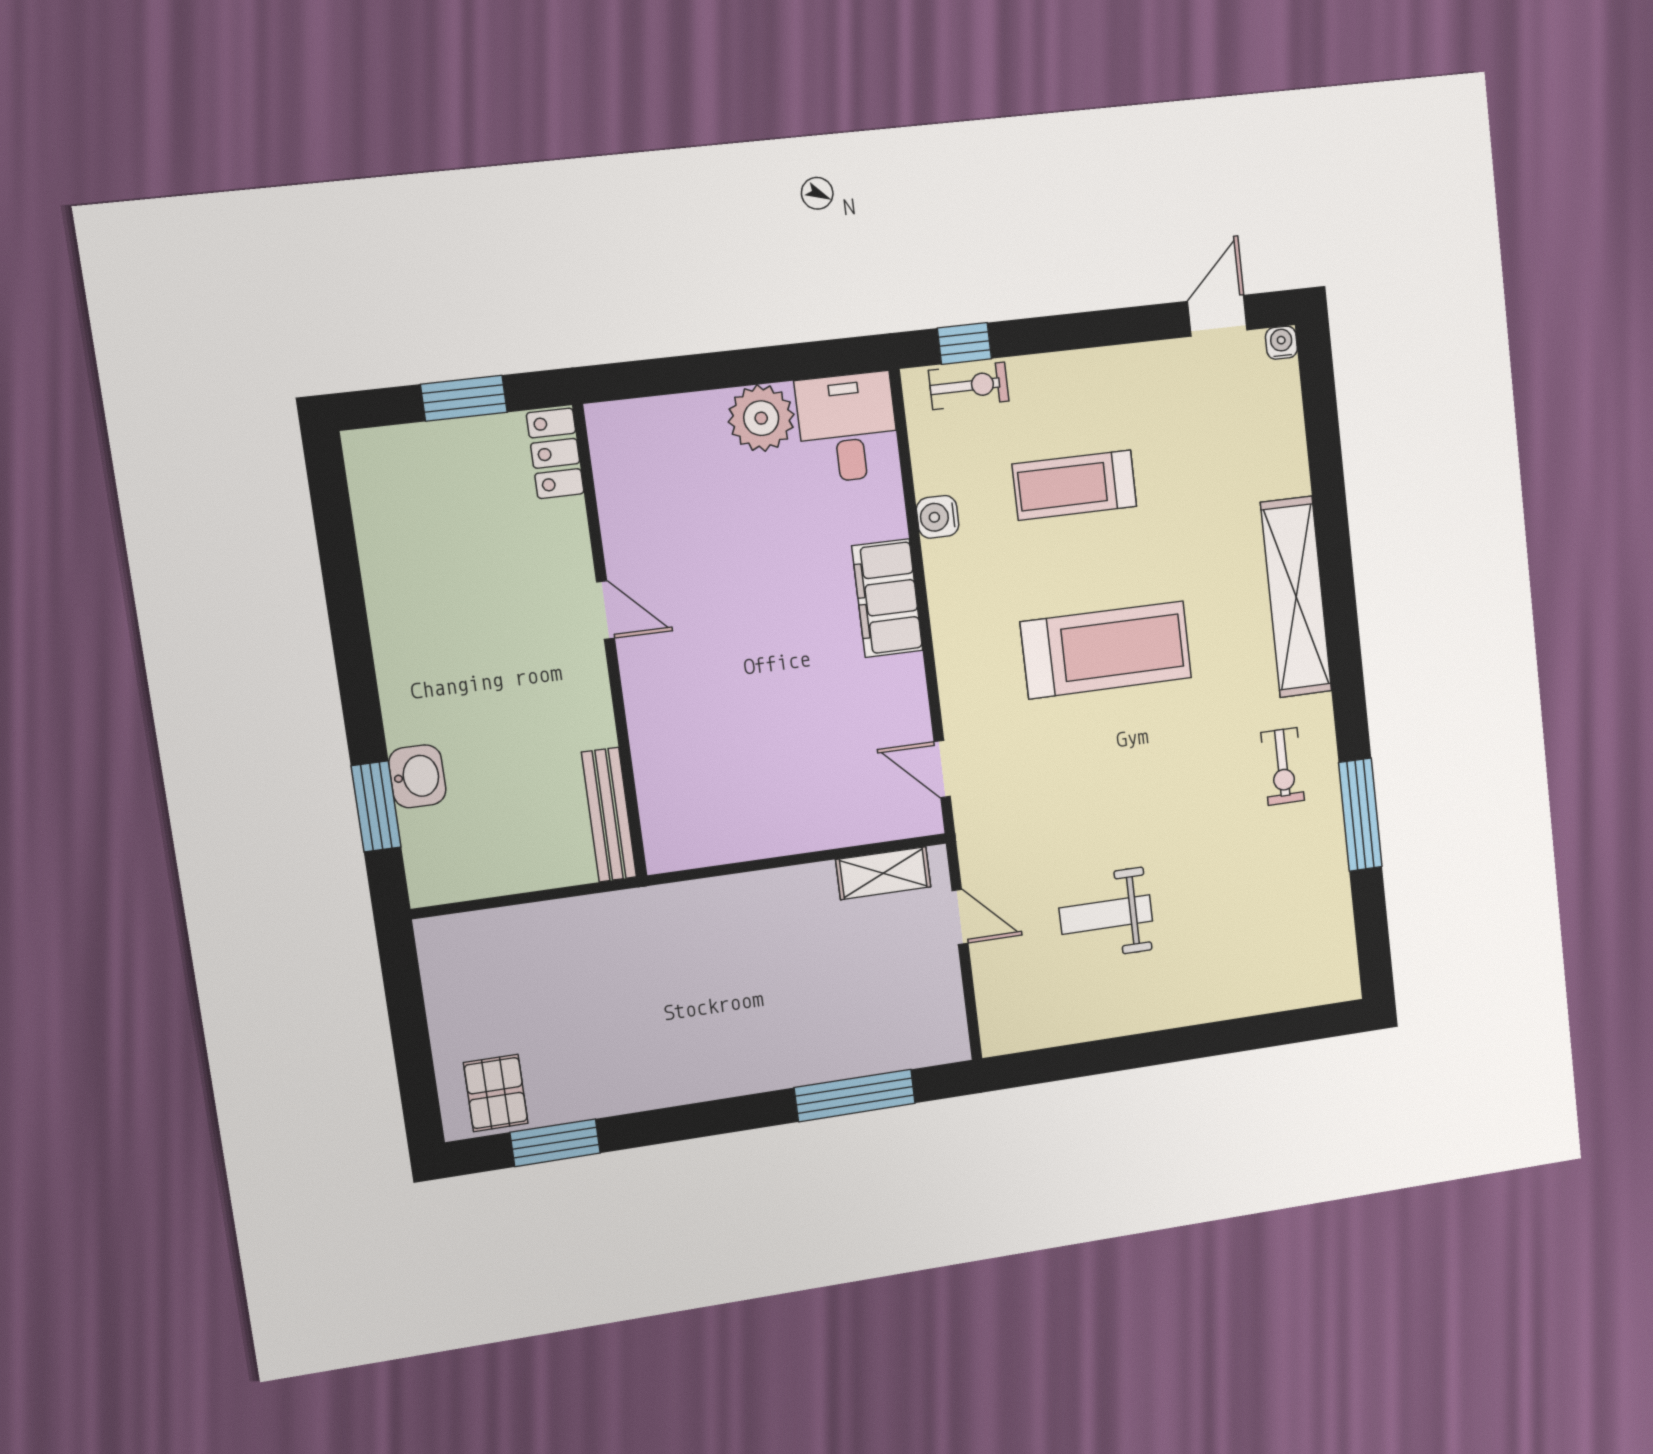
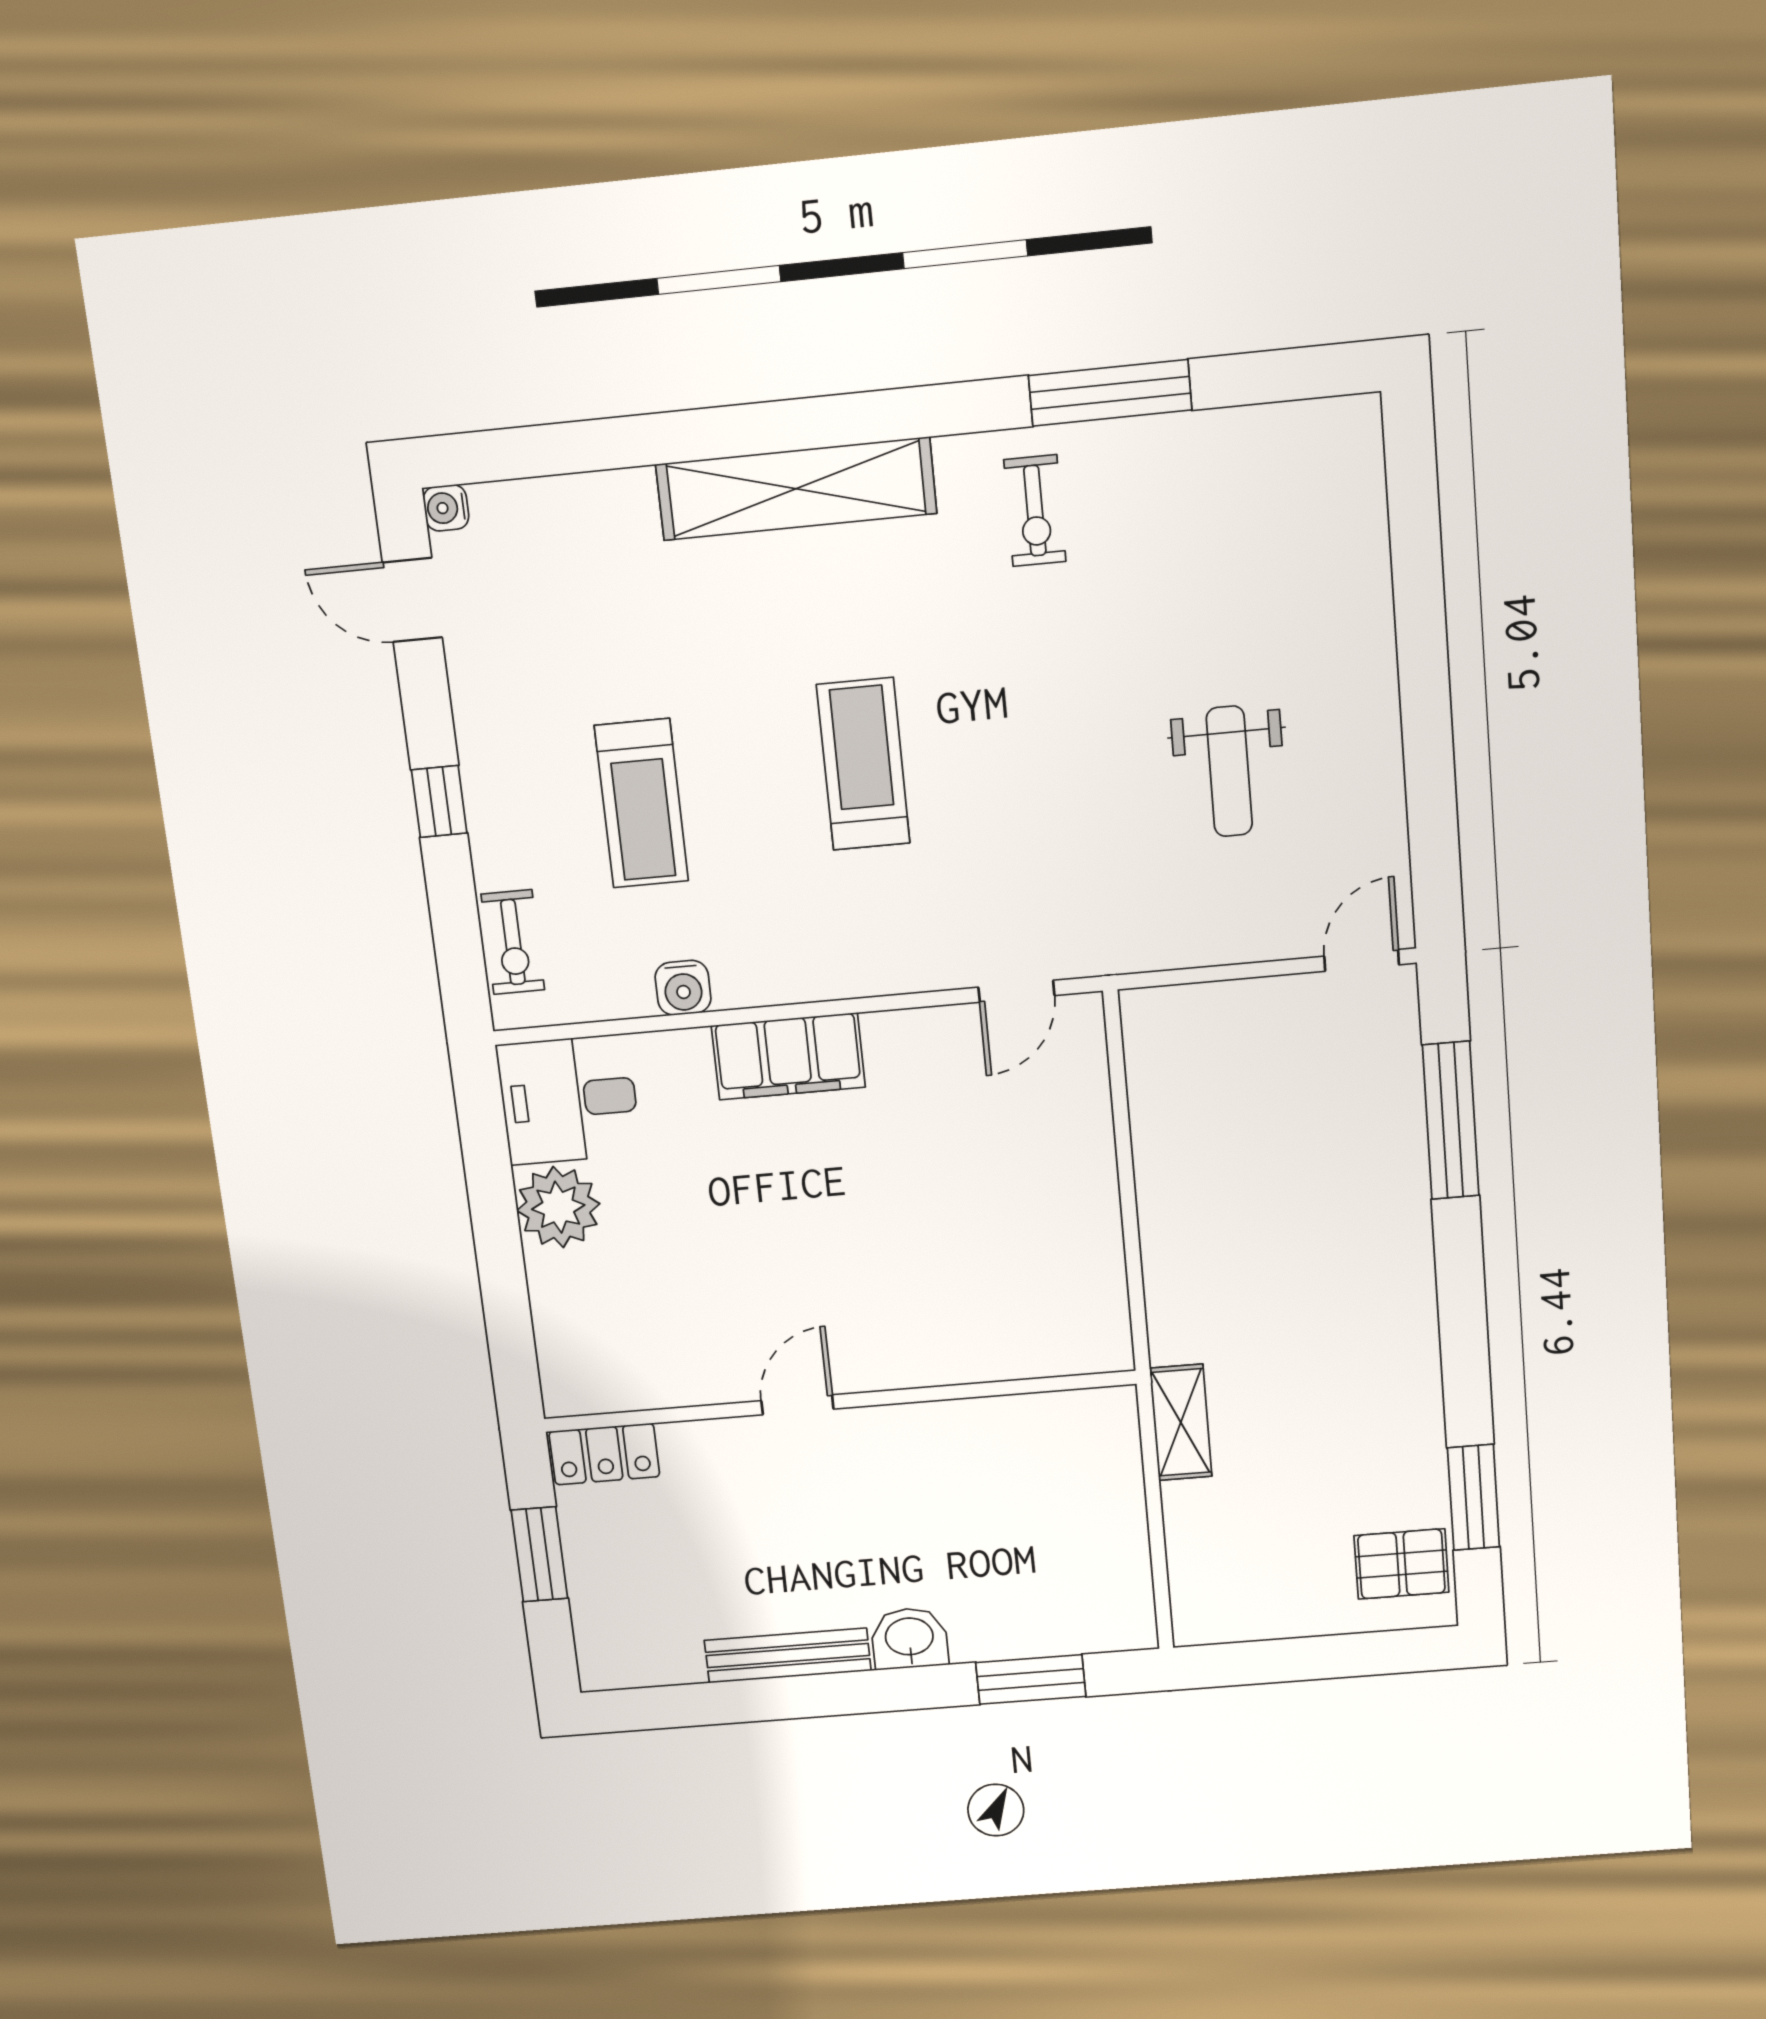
window: (964, 343) -> (439, 801), moved
exercise bike: (969, 386) -> (513, 942), turned 180
treadmill: (1106, 650) -> (863, 764), width x0.73, depth x0.73
exercise bike: (1283, 767) -> (1035, 511), turned 90
washbasin: (417, 776) -> (909, 1638), moved
bench: (609, 815) -> (788, 1656), moved
shelving: (883, 873) -> (1181, 1422), moved
door: (960, 917) -> (1362, 960), moved

